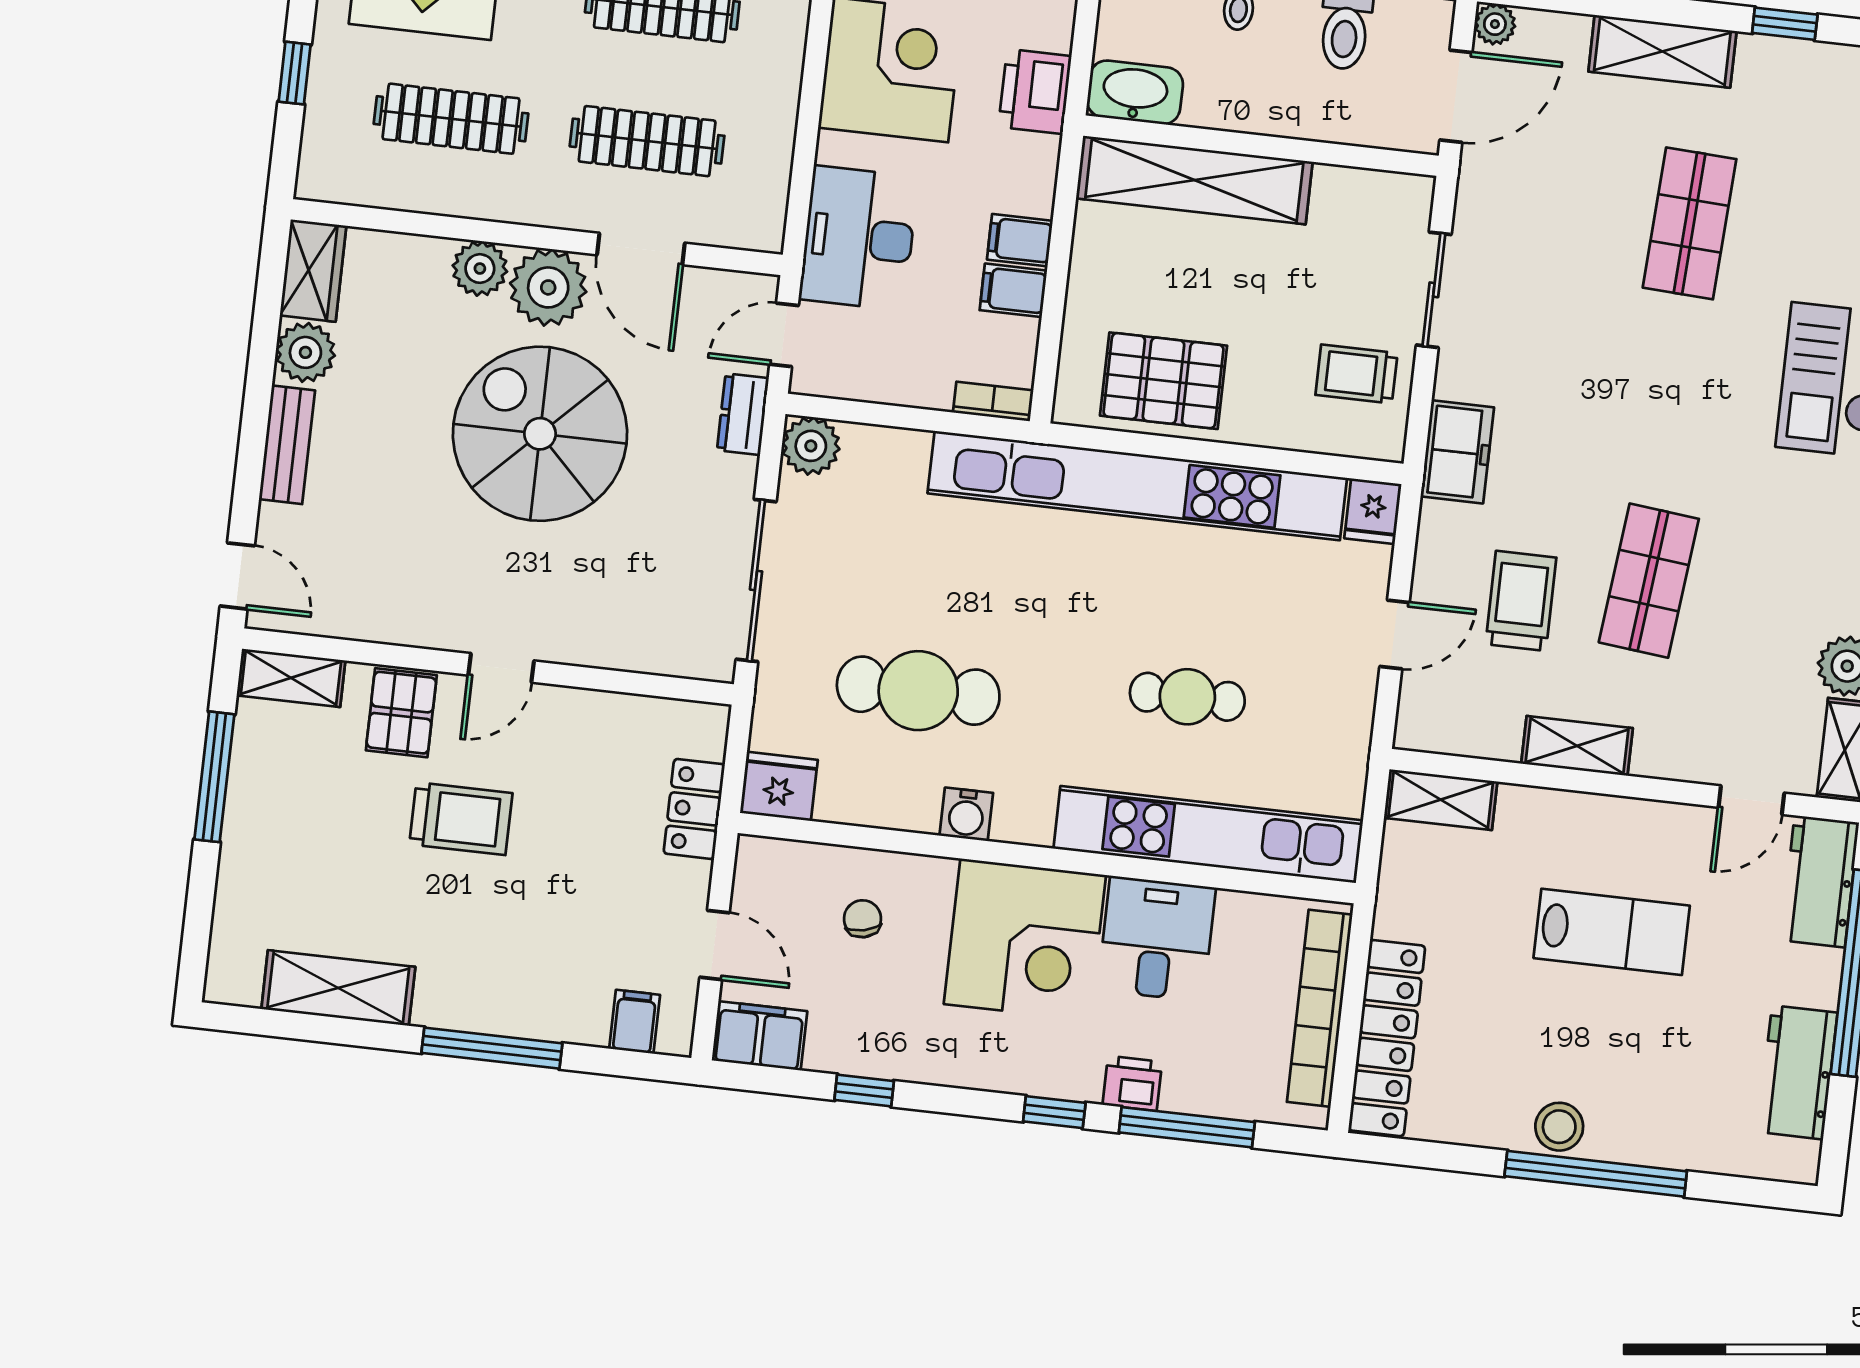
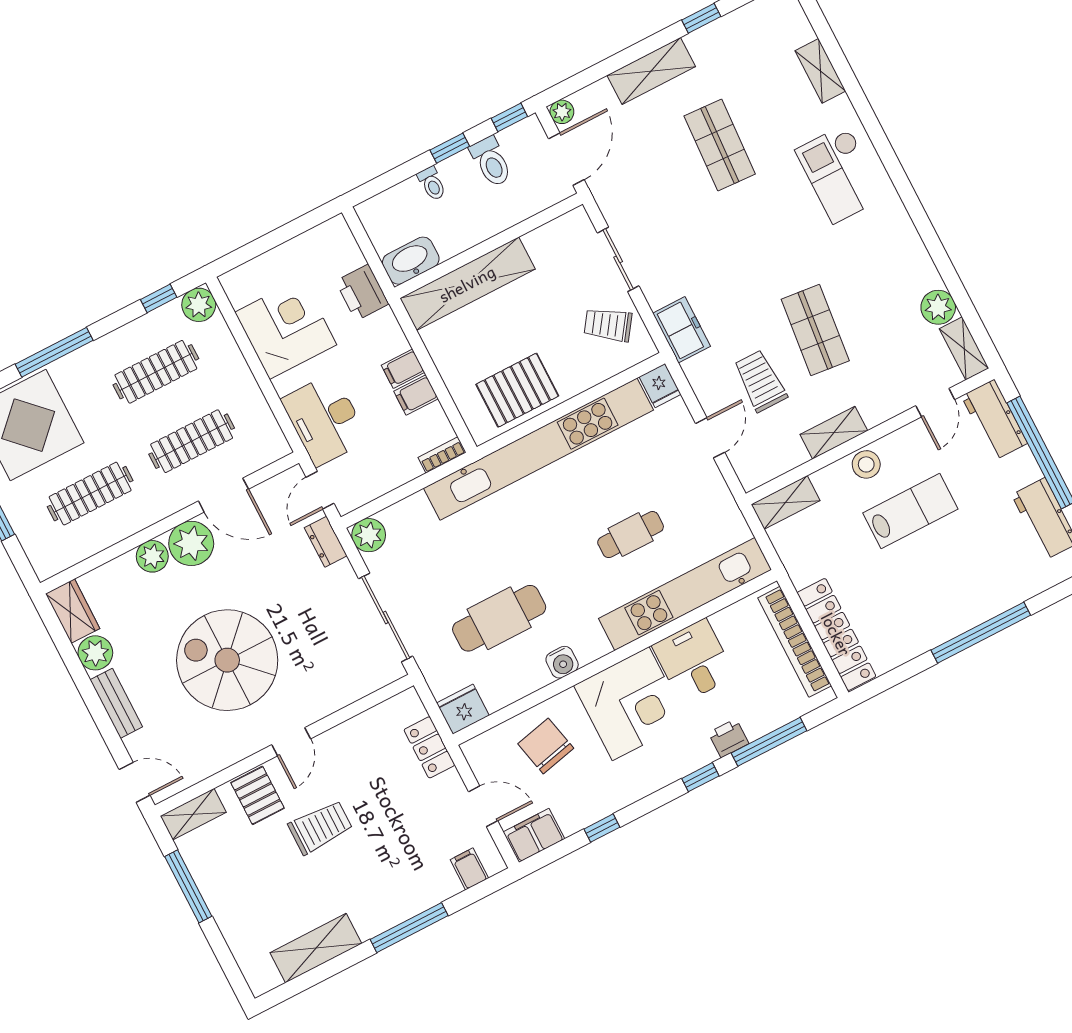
trolley: (1357, 374) -> (608, 325), turned 35
spiral stairs: (540, 434) -> (227, 660), moved
chair: (862, 919) -> (546, 746), width x1.87, depth x1.87
stool: (1559, 1127) -> (866, 464), moved

